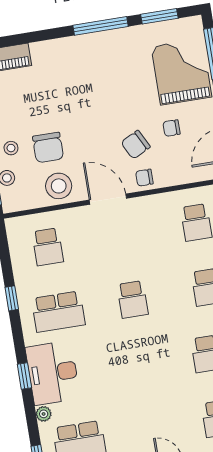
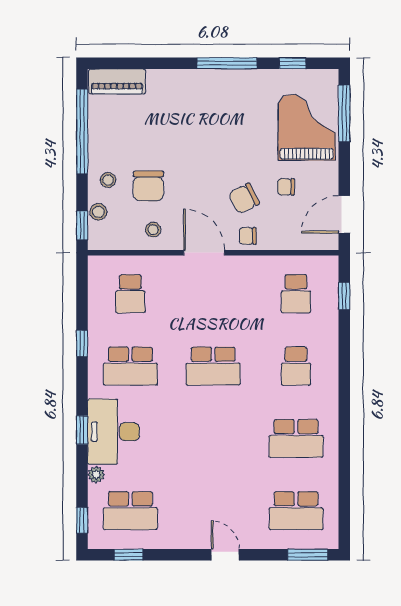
window: (159, 16) -> (293, 63), width x0.67
stool: (59, 186) -> (153, 230), width x0.53, depth x0.53
school desk: (133, 299) -> (213, 366), width x1.85

